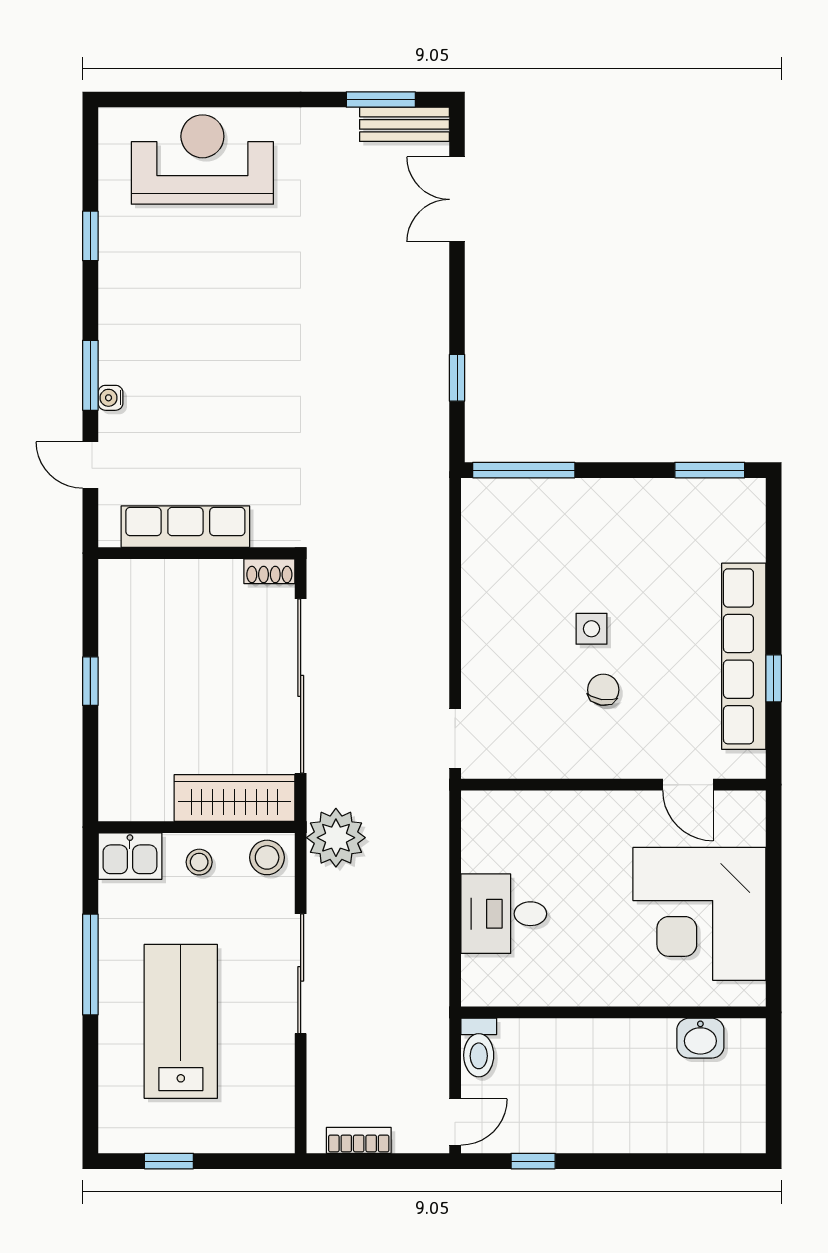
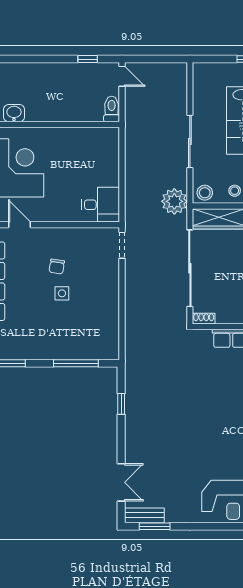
window: (524, 470) -> (76, 363), moved
desk: (504, 914) -> (101, 205), moved
door: (455, 1122) -> (122, 76), swing flipped
bookcase: (359, 1140) -> (164, 68), removed

